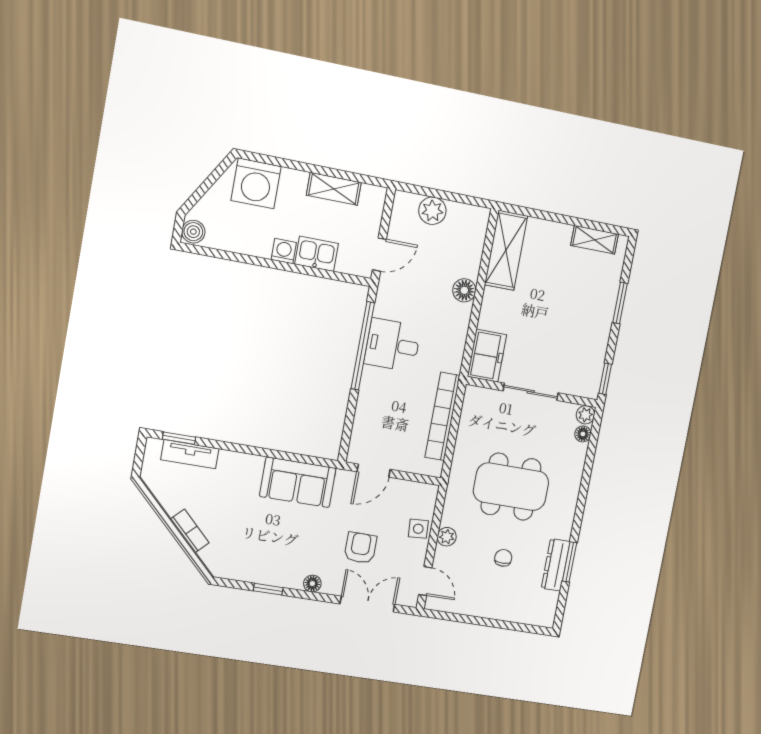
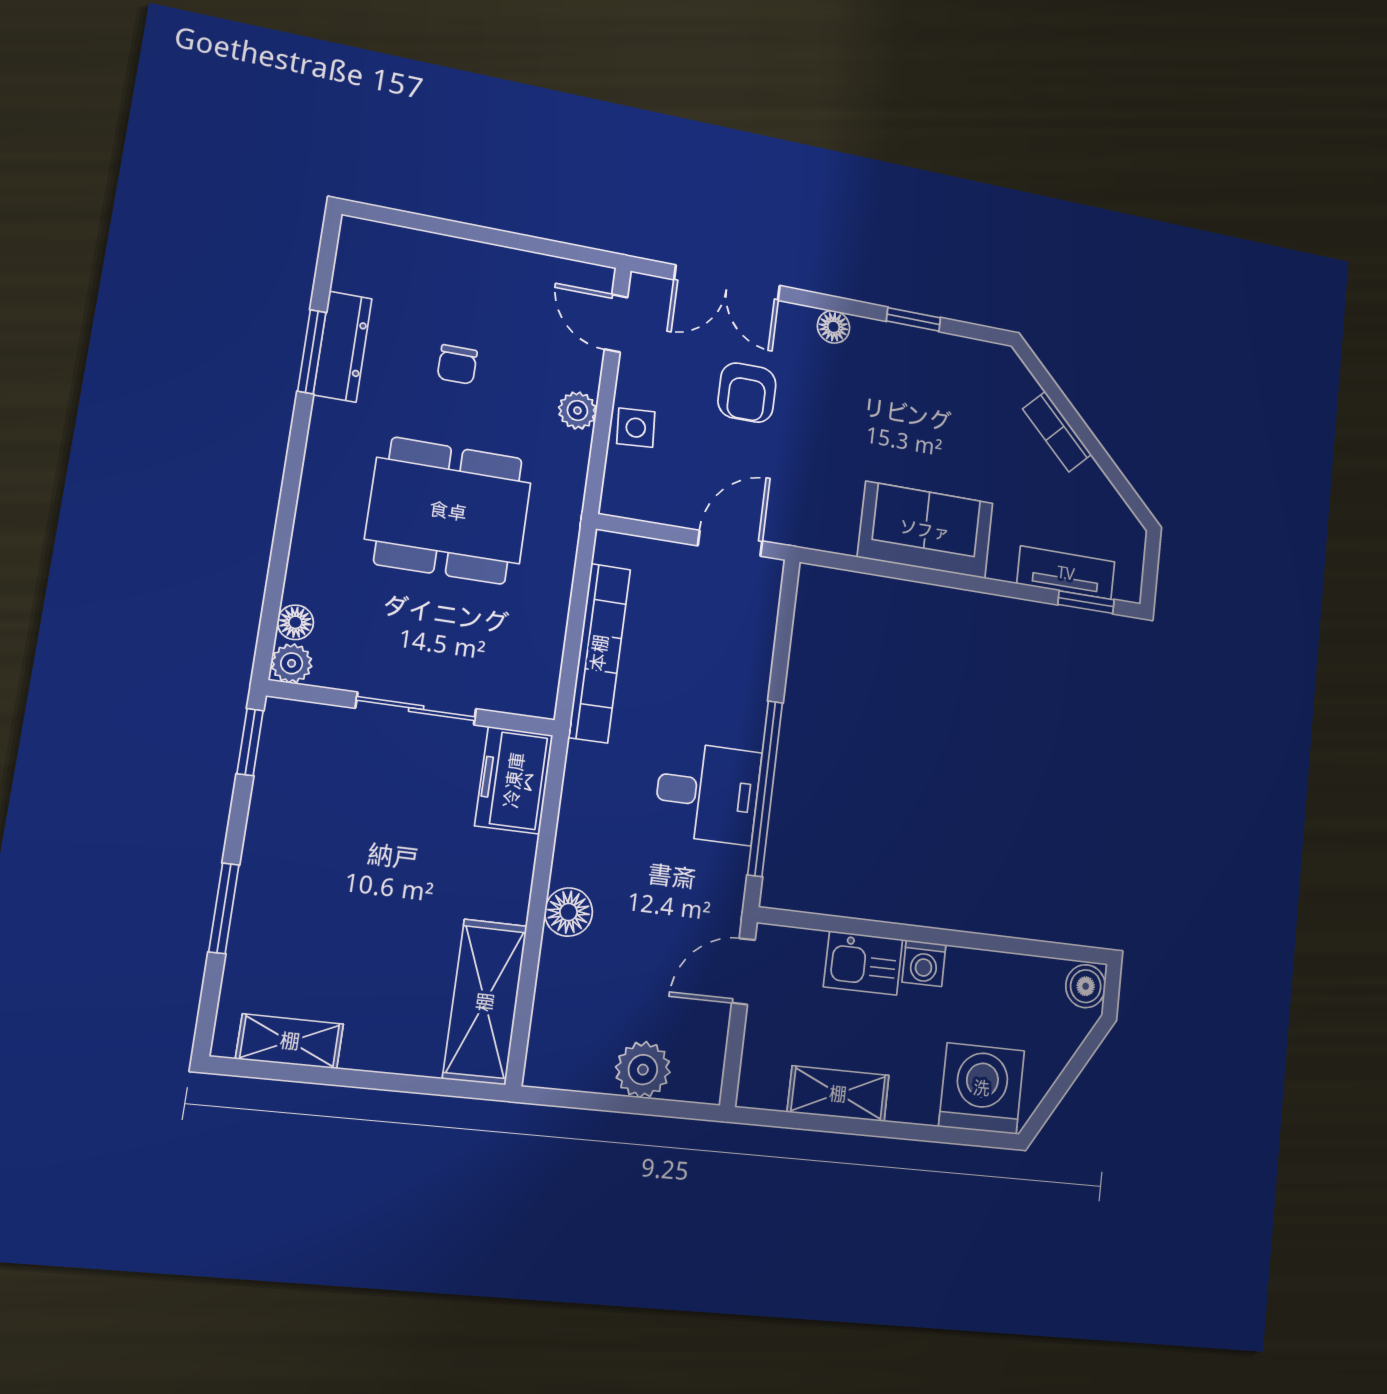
sofa: (298, 482) -> (925, 530), moved

